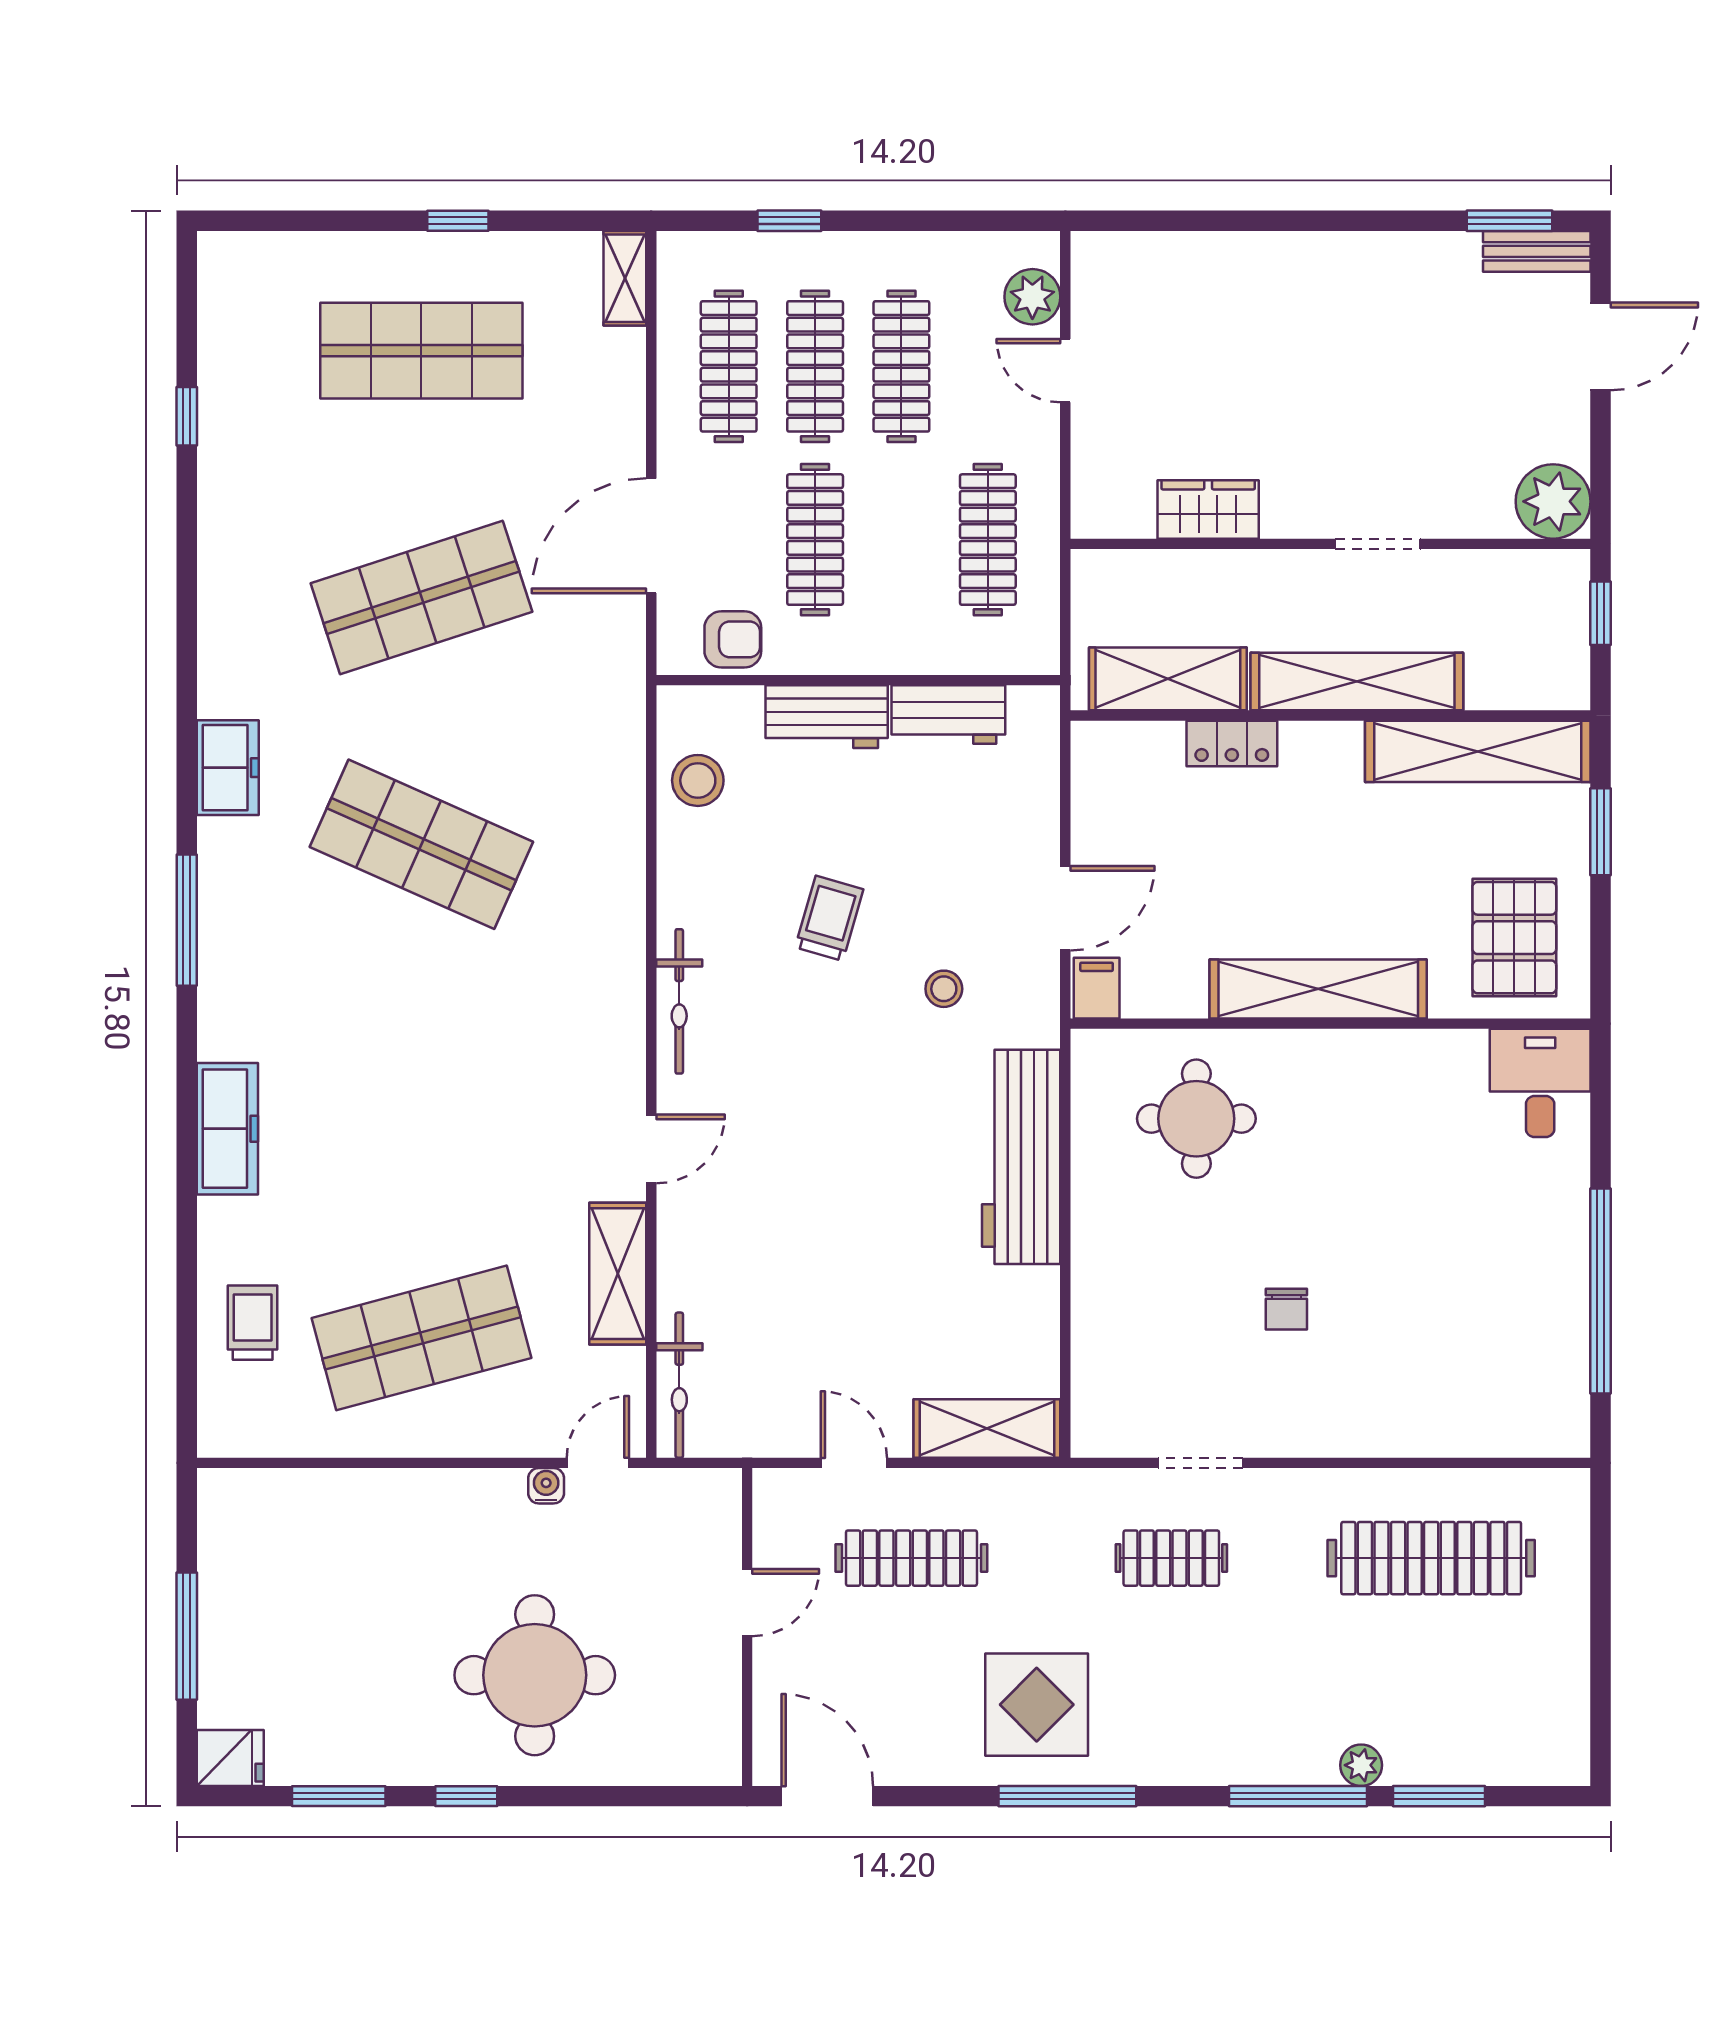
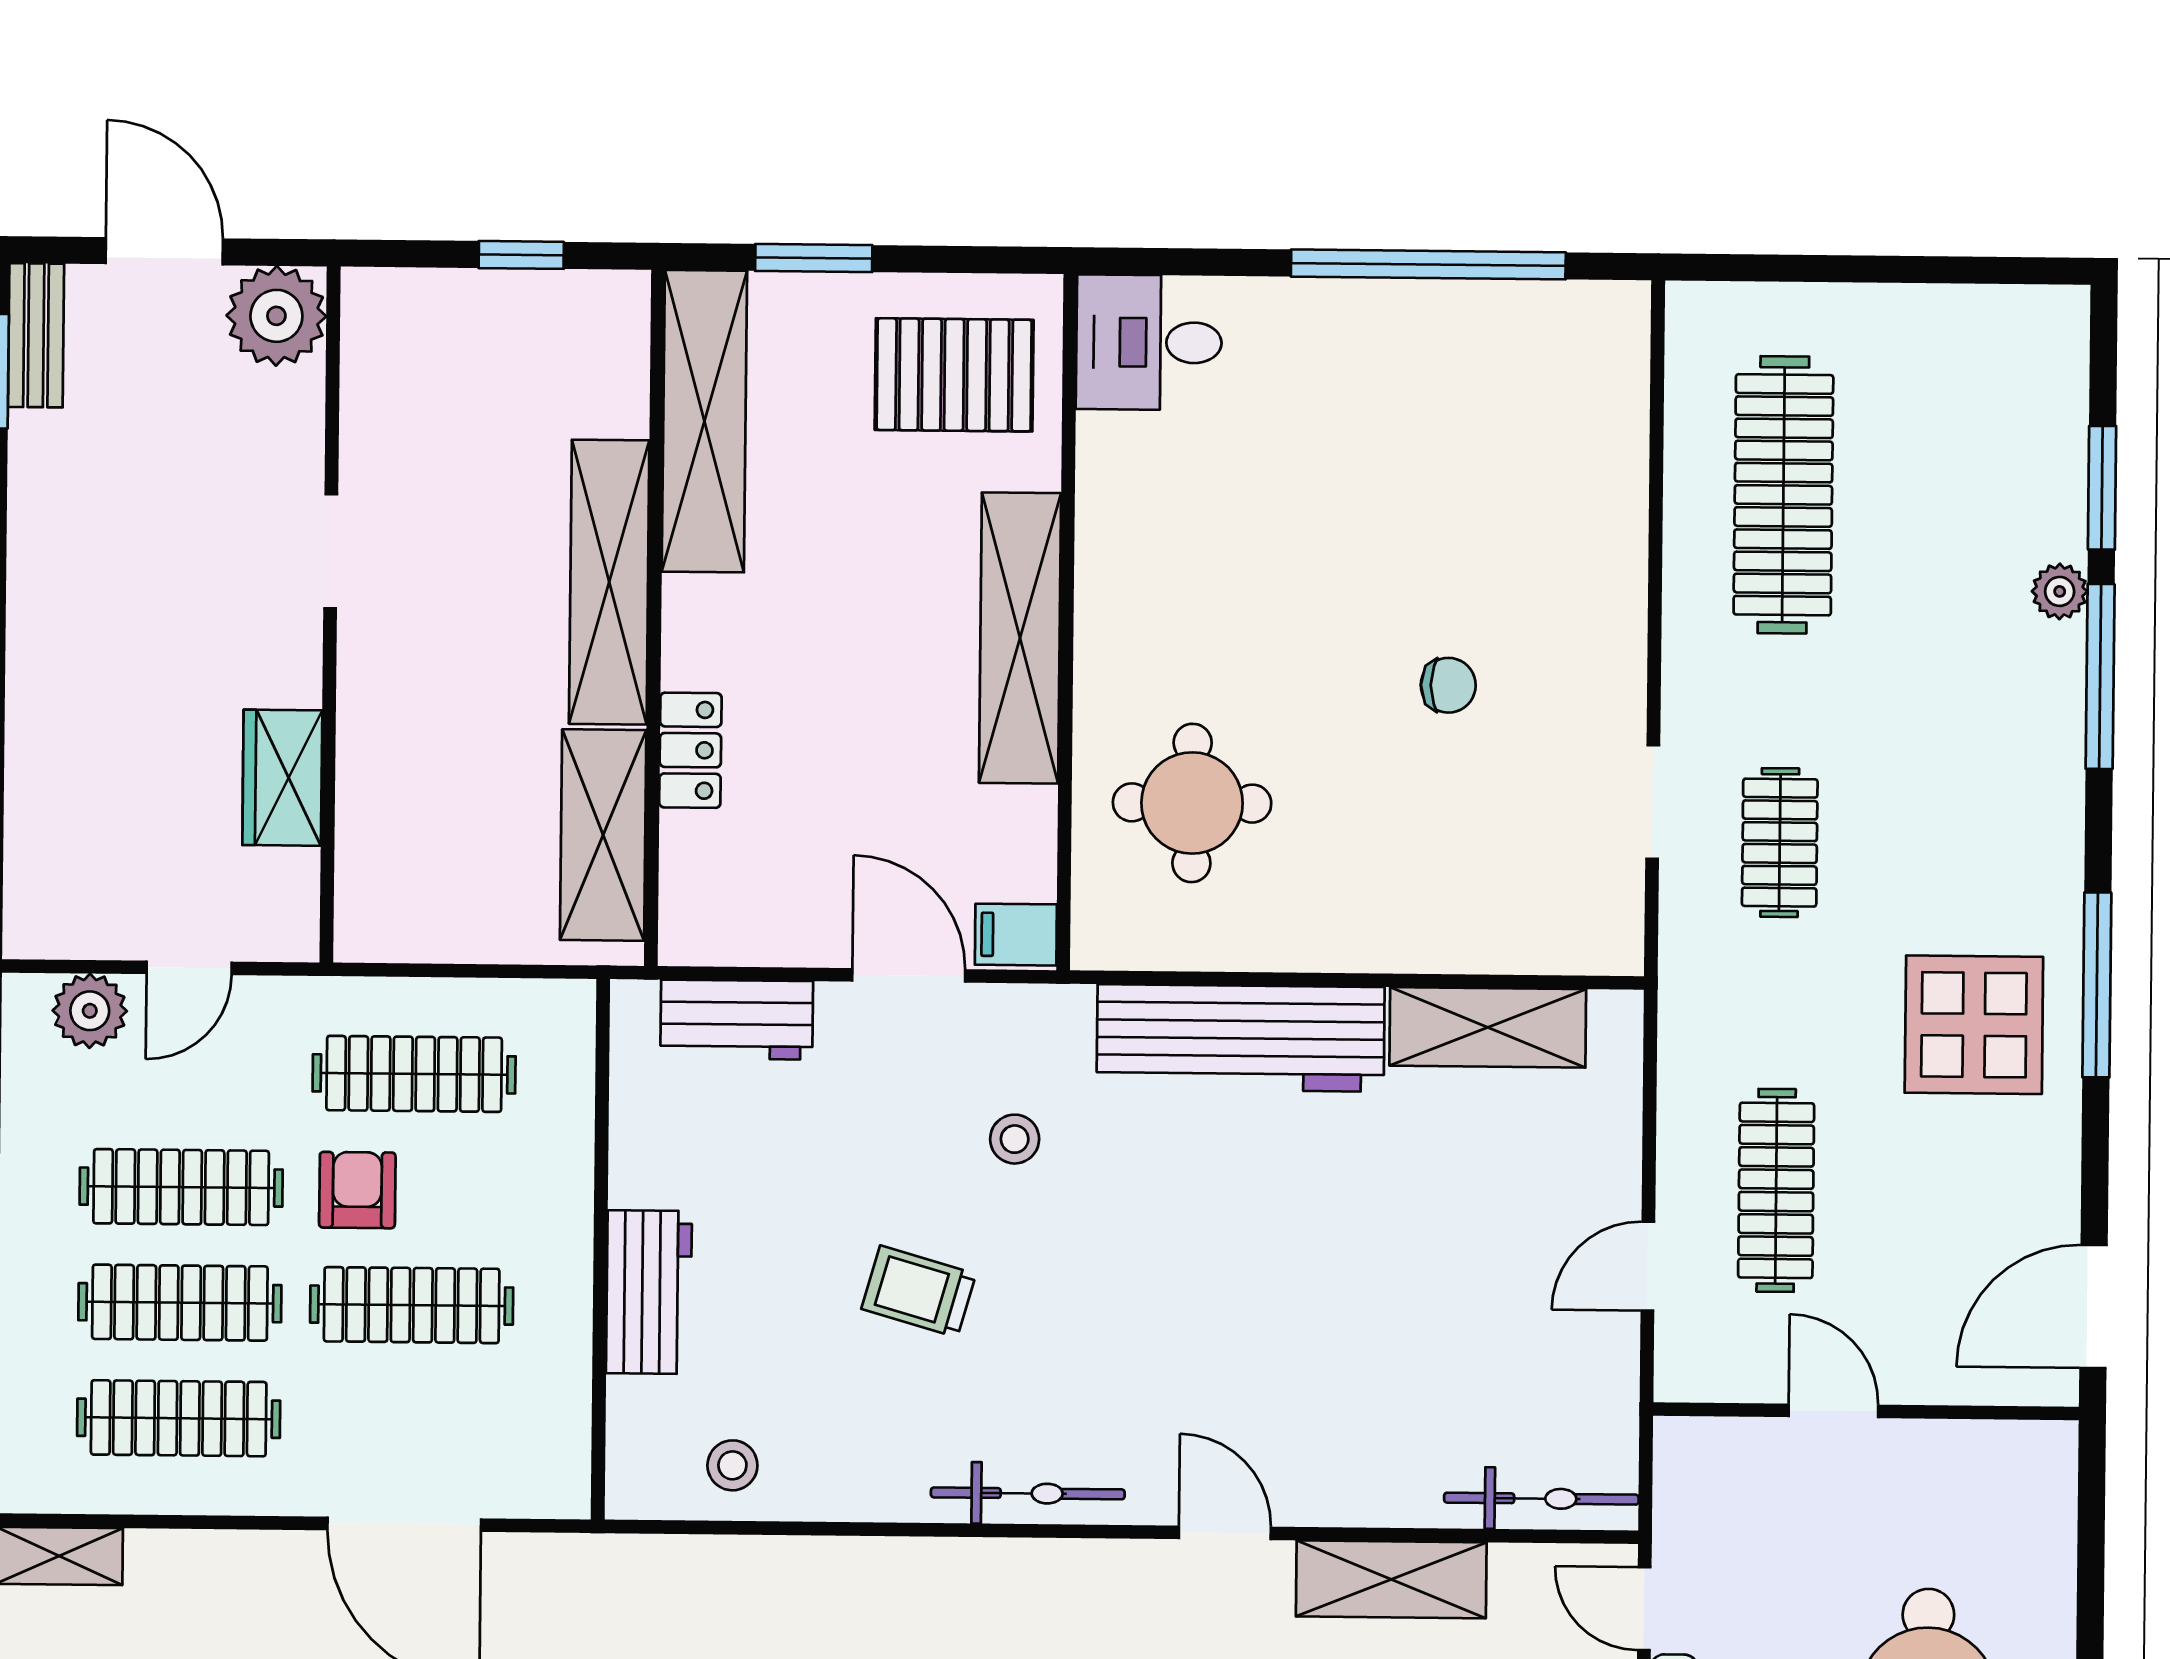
plant: (1553, 501) -> (276, 316), moved
wardrobe: (1208, 509) -> (282, 778), moved
wall: (1330, 544) -> (330, 615), moved
doorway: (1378, 544) -> (331, 551), moved
armchair: (733, 639) -> (357, 1190), moved
workbench: (948, 715) -> (737, 1020), moved, turned 90
stool: (698, 780) -> (732, 1465), width x0.73, depth x0.73
shelving: (987, 1429) -> (1488, 1027), moved, turned 90

